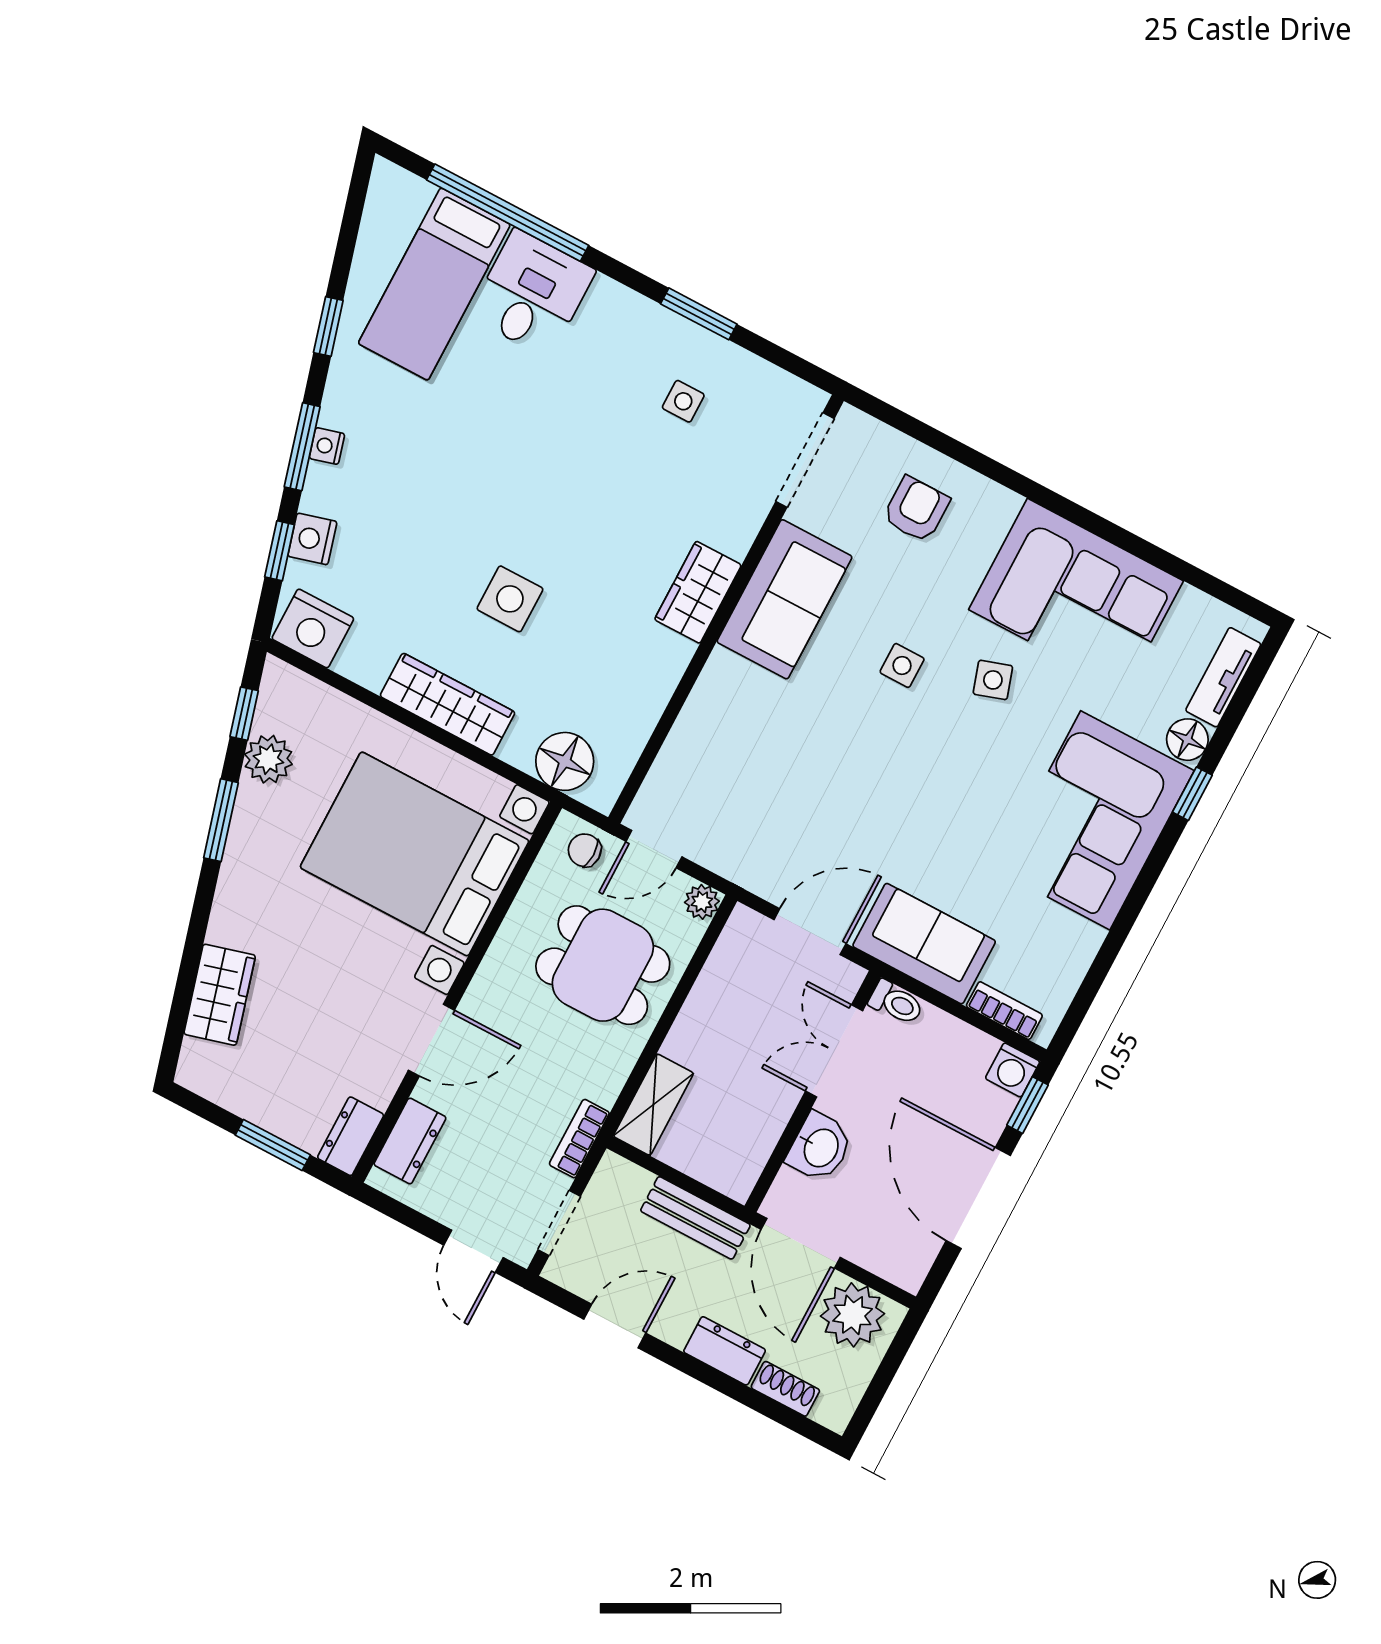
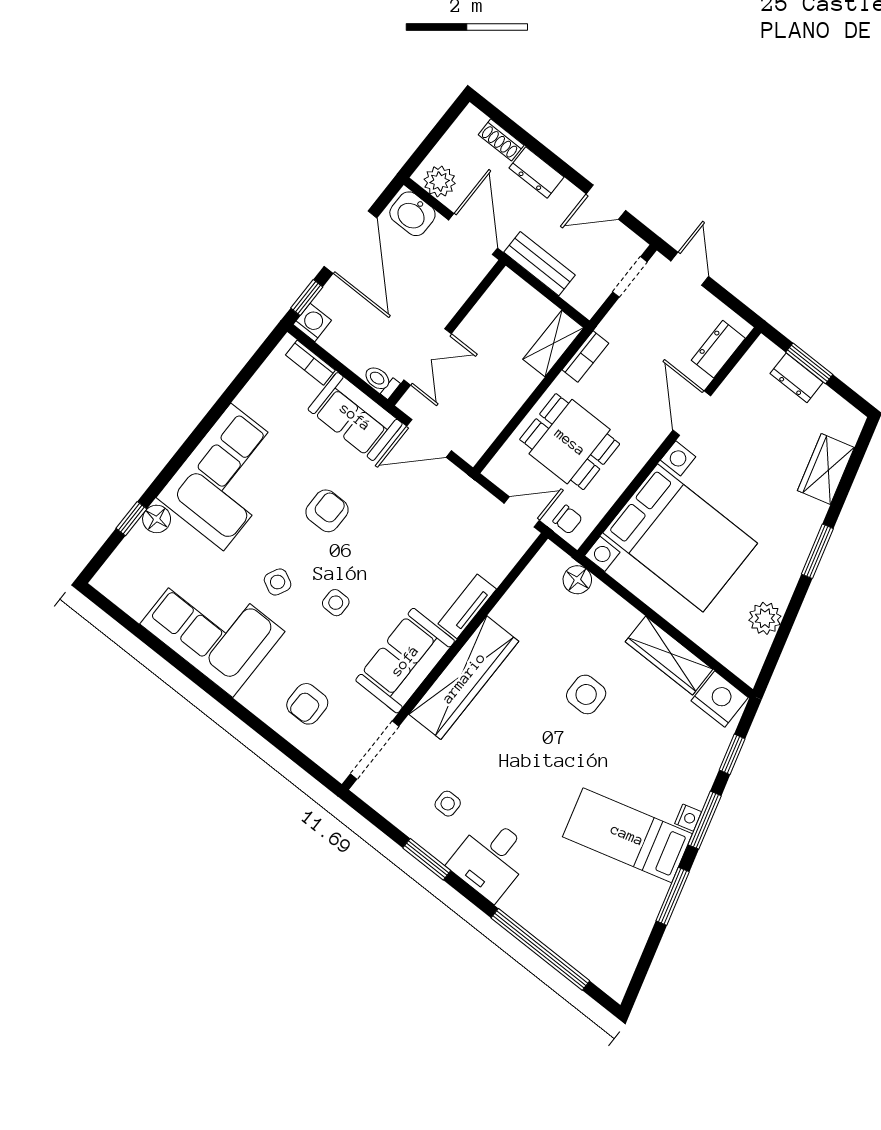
bed: (434, 284) -> (627, 835), moved, turned -106
desk: (532, 293) -> (491, 859), moved
window: (328, 327) -> (673, 896), width x1.50
nightstand: (312, 539) -> (709, 758), removed
wardrobe: (698, 592) -> (464, 678), width x2.10, depth x1.17
tv unit: (1223, 677) -> (467, 606), moved, turned 180
side table: (993, 680) -> (278, 582), turned 45
wardrobe: (448, 704) -> (669, 656), moved
window: (244, 714) -> (775, 651), removed
floor lamp: (565, 761) -> (577, 580), width x0.73, depth x0.73
window: (1192, 794) -> (131, 519), moved
armchair: (940, 798) -> (327, 511), added
window: (221, 820) -> (817, 551), moved
plant: (702, 902) -> (497, 471), removed
door: (431, 1040) -> (692, 413), hinge flipped
dresser: (351, 1136) -> (797, 378), moved, turned 90
bookcase: (579, 1139) -> (585, 357), moved
washbasin: (820, 1147) -> (412, 214), moved, turned -90
plant: (853, 1315) -> (440, 181), width x0.73, depth x0.73

